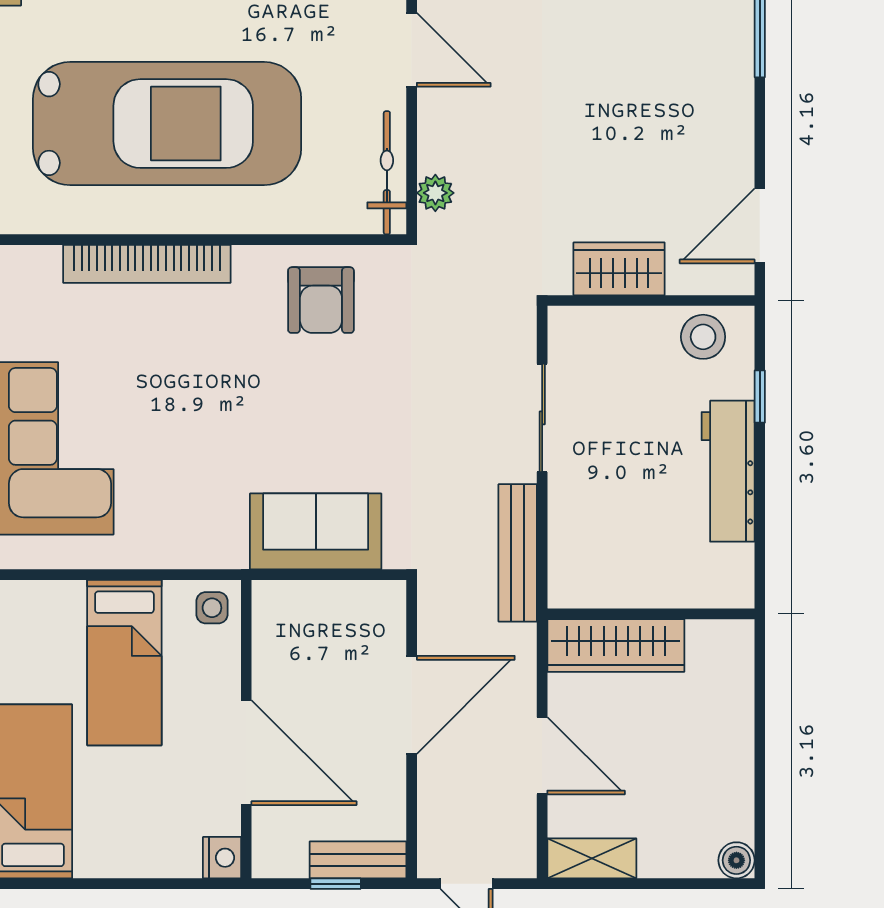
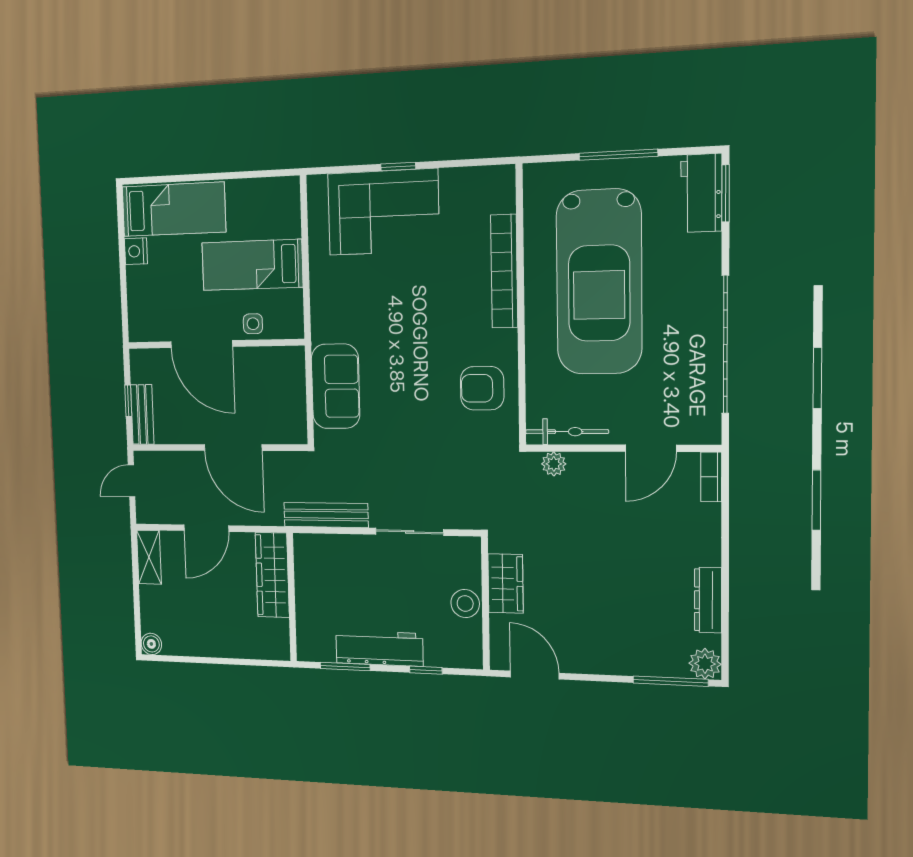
stool: (703, 337) -> (465, 603), moved
window: (760, 528) -> (345, 667), added
side table: (212, 608) -> (253, 324), moved
door: (246, 753) -> (201, 344), hinge flipped
nightstand: (222, 858) -> (136, 251), moved, turned 90

